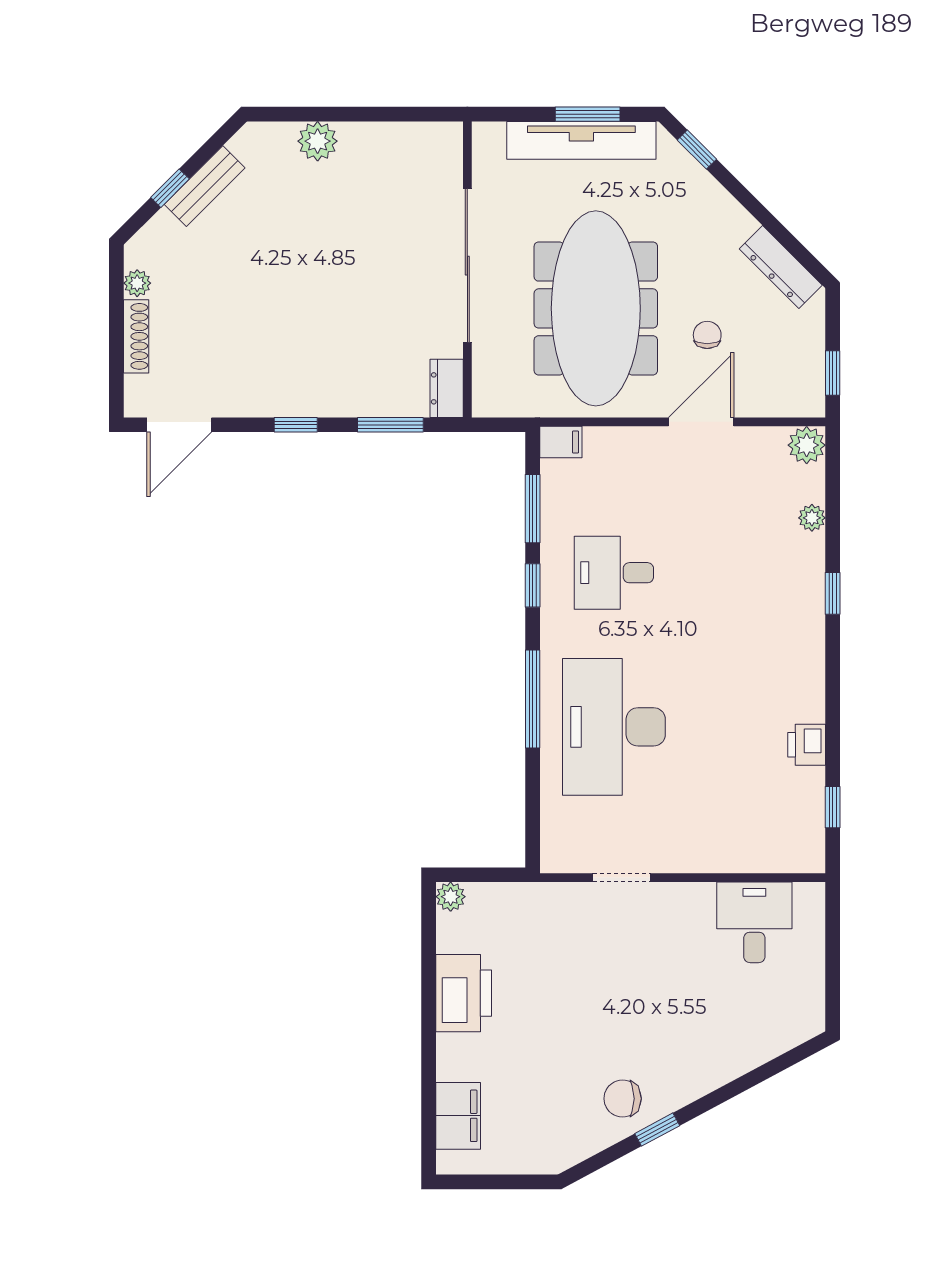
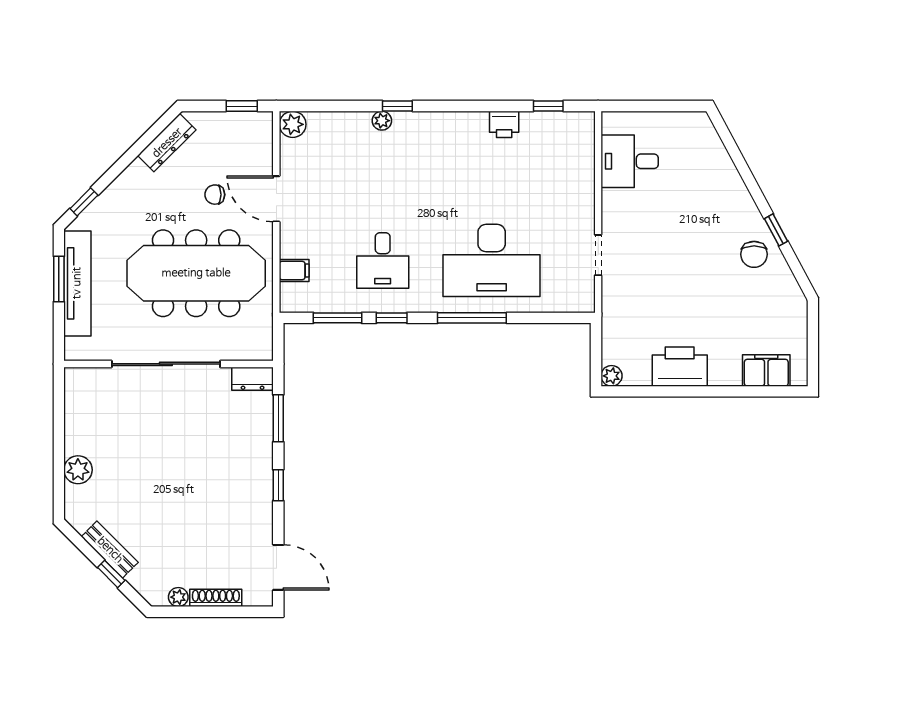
filing cabinet: (561, 442) -> (294, 271), moved, turned 90
plant: (812, 518) -> (382, 121), moved

